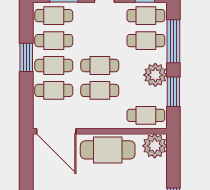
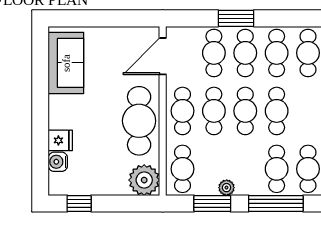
cafe table: (100, 41) -> (277, 111), added
window: (26, 57) -> (236, 18), moved
plant: (155, 75) -> (227, 188), width x0.53, depth x0.53
cafe table: (100, 115) -> (183, 111), added
door: (56, 131) -> (163, 56), width x0.73

